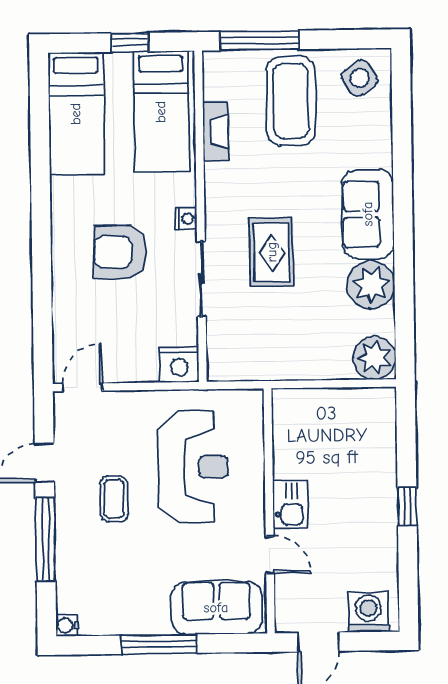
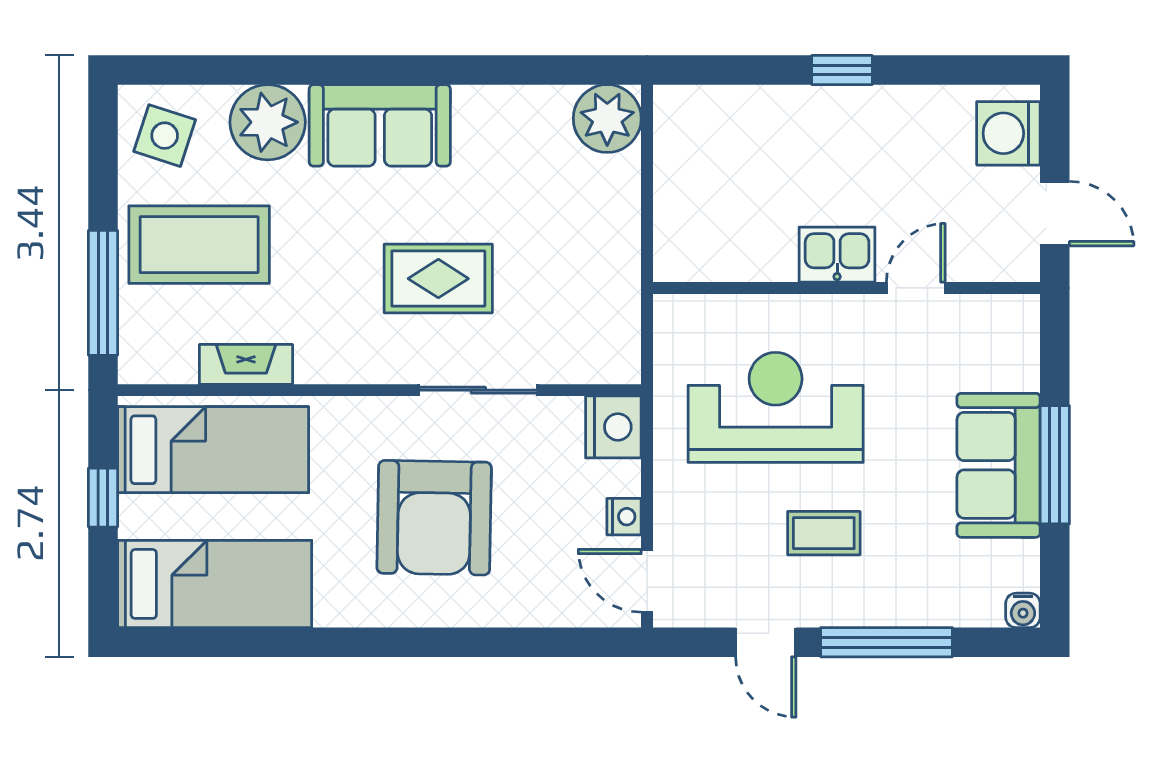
side table: (360, 78) -> (165, 136), turned -37
nightstand: (186, 219) -> (624, 517), moved, turned 90
armchair: (120, 252) -> (434, 518), width x1.36, depth x1.36
plant: (371, 285) -> (268, 122), moved
sofa: (216, 608) -> (999, 465), moved

